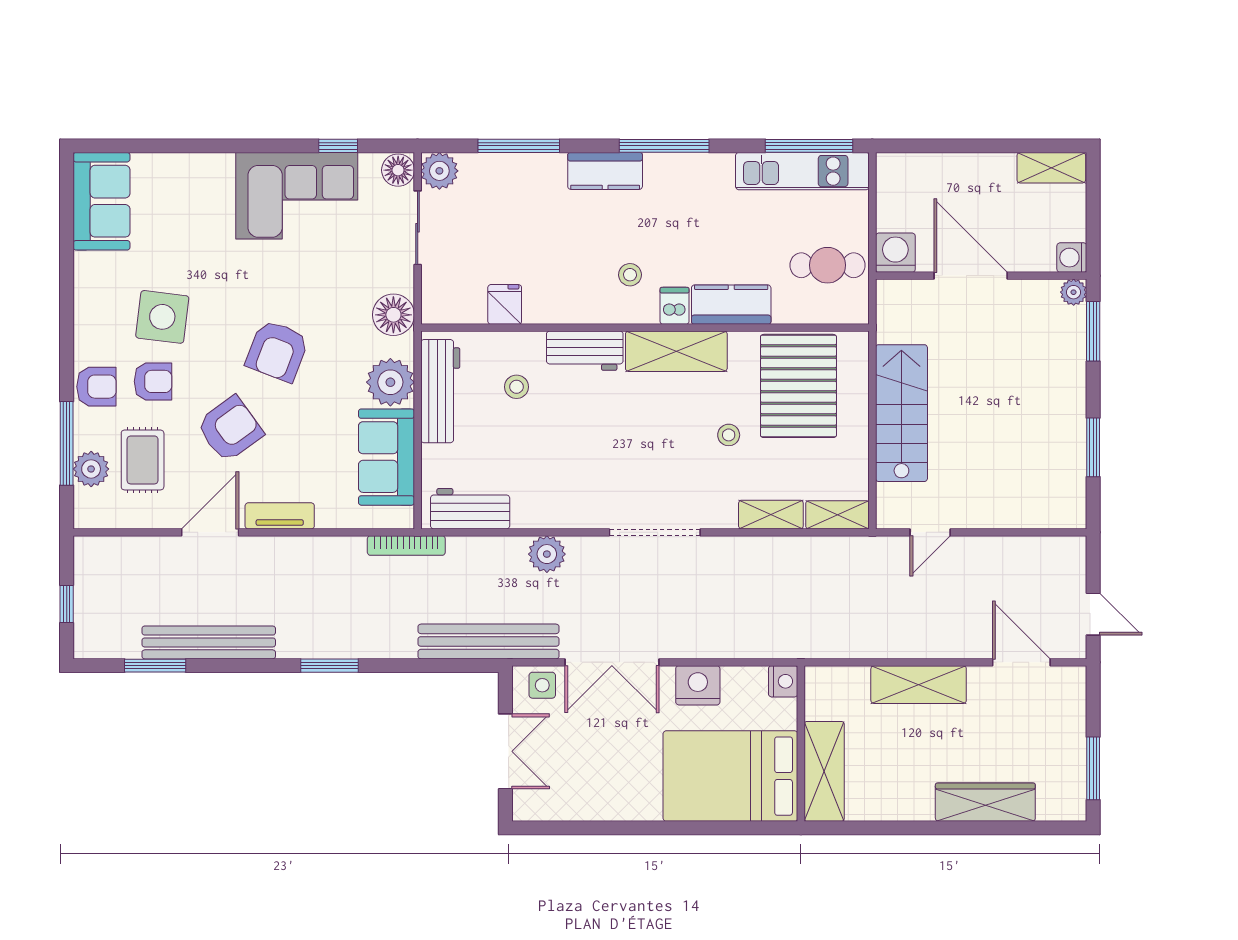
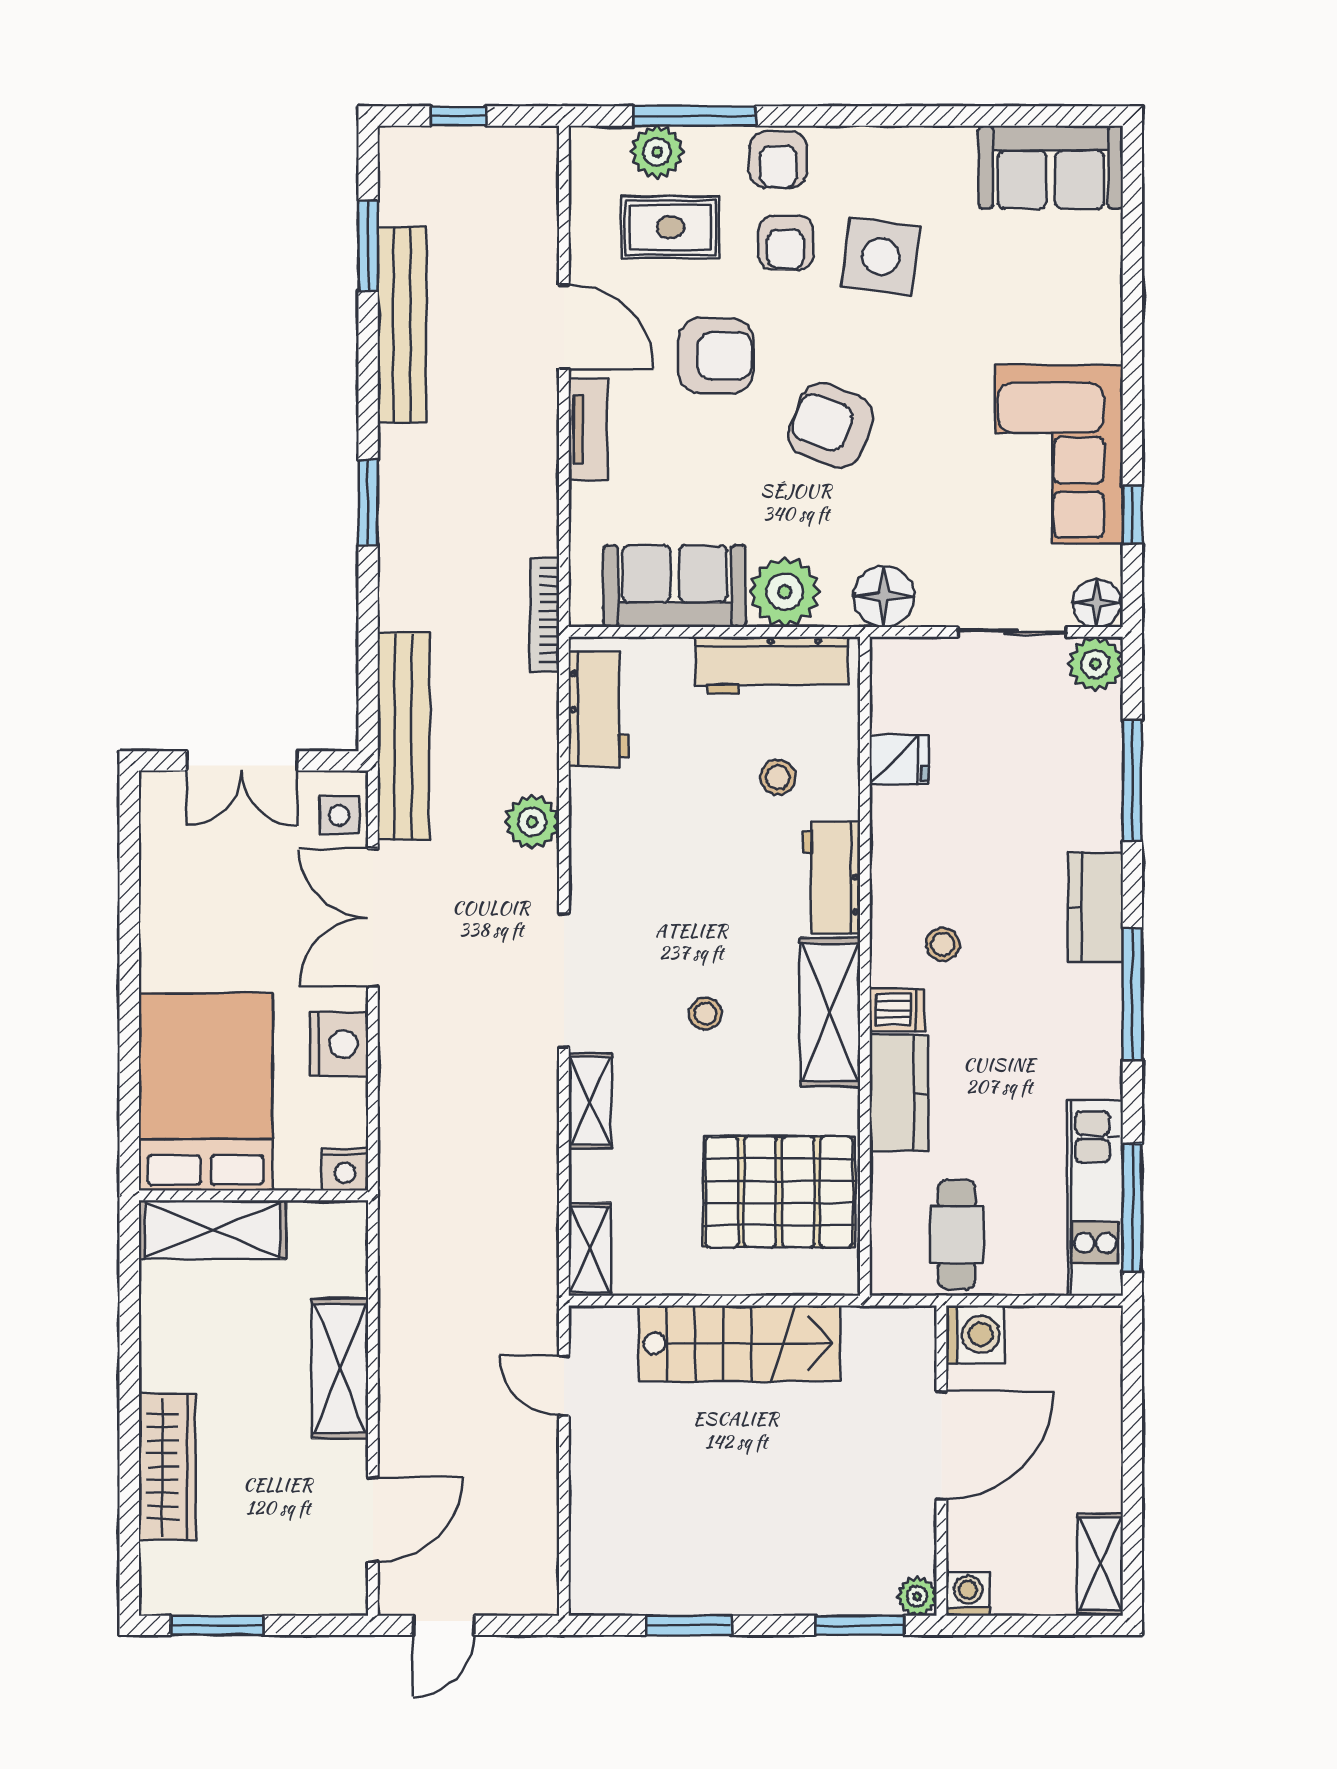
armchair: (230, 429) -> (716, 356), turned -54
stool: (729, 435) -> (705, 1014), moved
shelving: (771, 515) -> (590, 1101), moved

